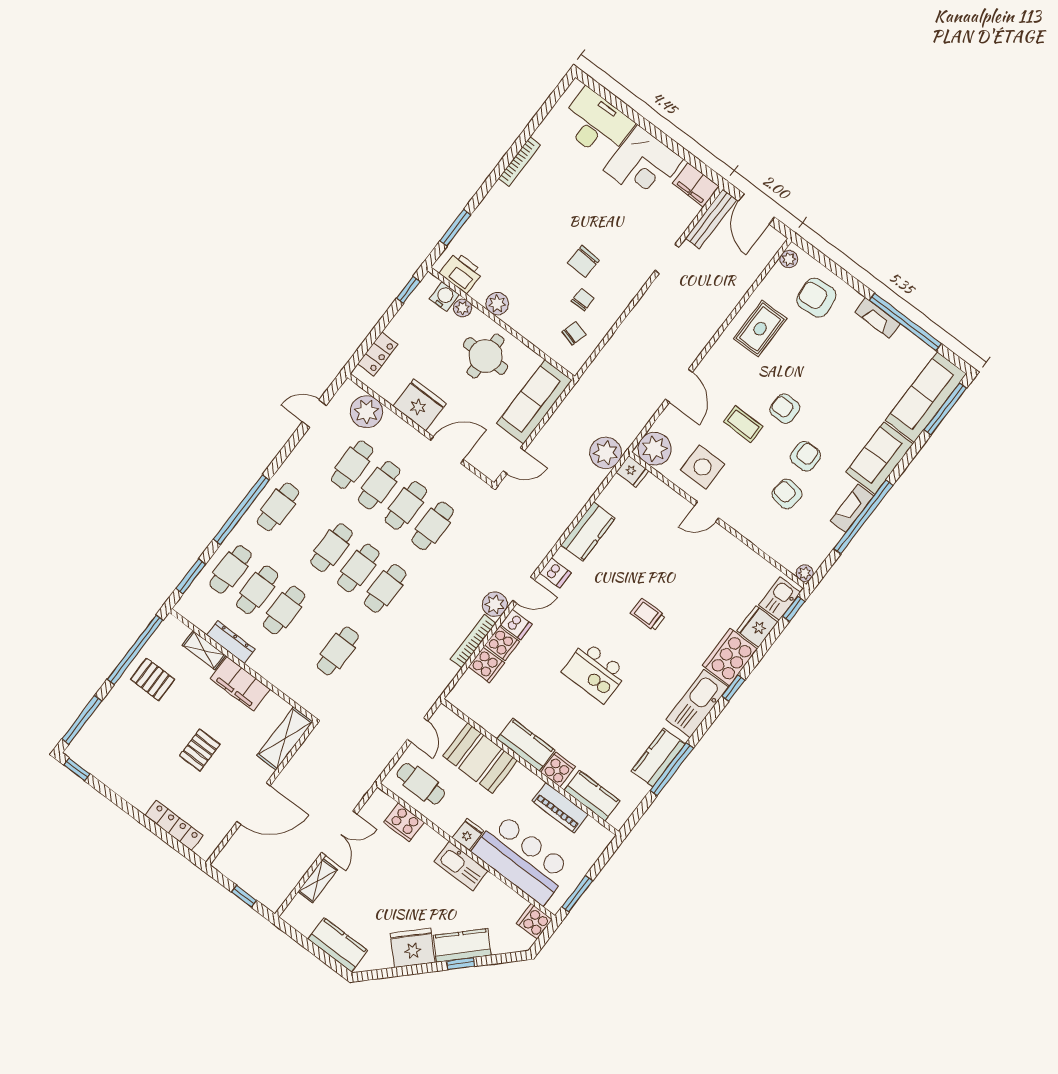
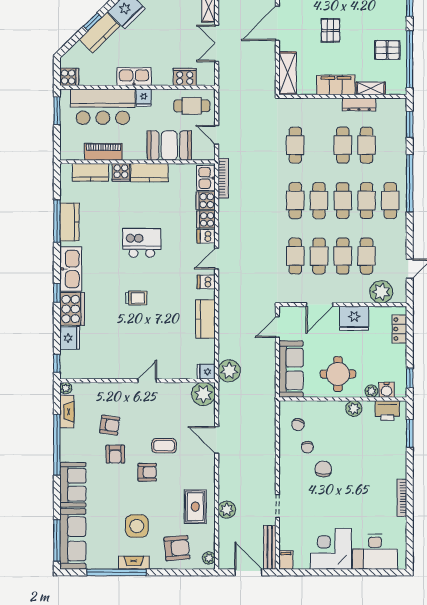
filing cabinet: (696, 185) -> (286, 560), width x0.50
side table: (703, 467) -> (137, 526), moved
fireplace: (852, 508) -> (67, 412), moved
cafe table: (230, 569) -> (367, 201), moved
kitchen sink: (780, 599) -> (206, 178), moved, turned 180
plant: (495, 604) -> (227, 510), moved
bookcase: (473, 641) -> (223, 178), moved

